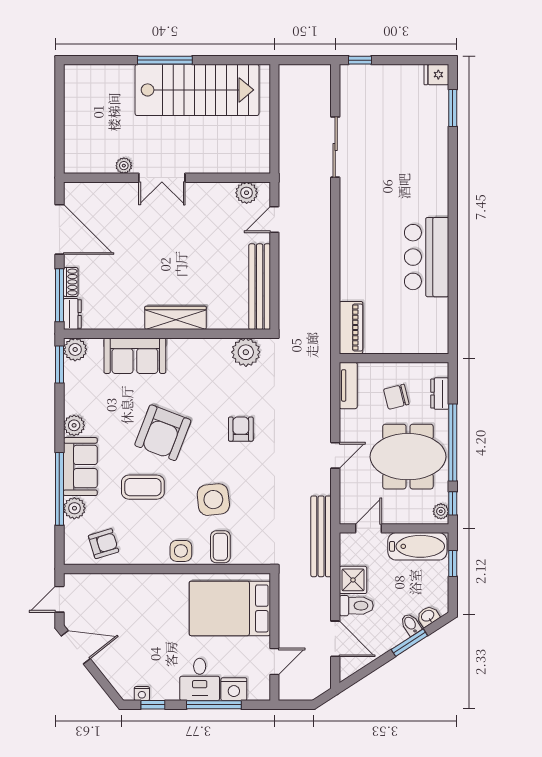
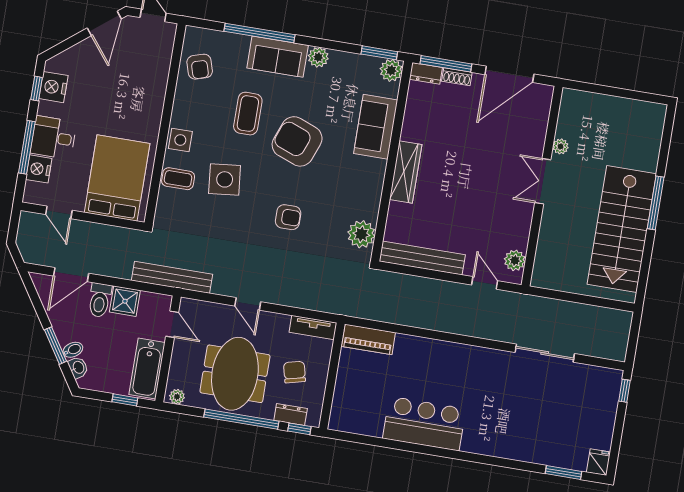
window: (453, 503) -> (299, 429), moved
plant: (74, 508) -> (238, 44), removed
nightstand: (142, 694) -> (53, 87), width x1.89, depth x1.79

